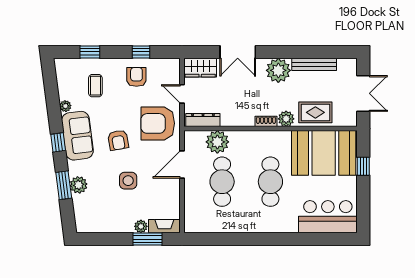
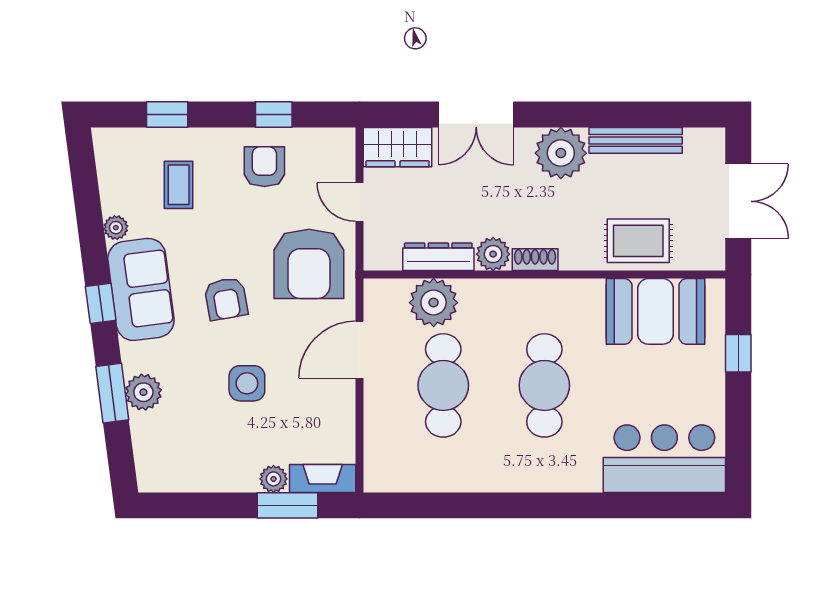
plant: (286, 119) -> (493, 254), moved
dresser: (203, 120) -> (438, 257), moved
armchair: (158, 123) -> (309, 264), turned -90
booth: (324, 153) -> (655, 311), width x0.73, depth x0.70

